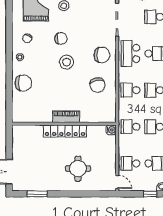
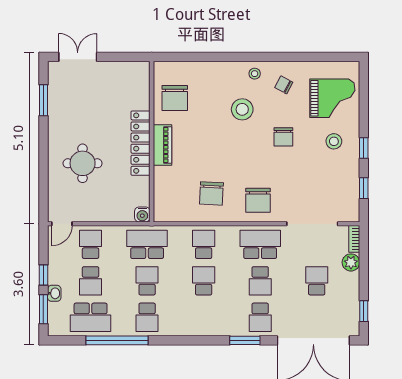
stool: (66, 62) -> (242, 109), moved
chair: (23, 83) -> (175, 98), moved
chair: (97, 85) -> (211, 193), turned -74
school desk: (130, 127) -> (147, 244), width x1.85

